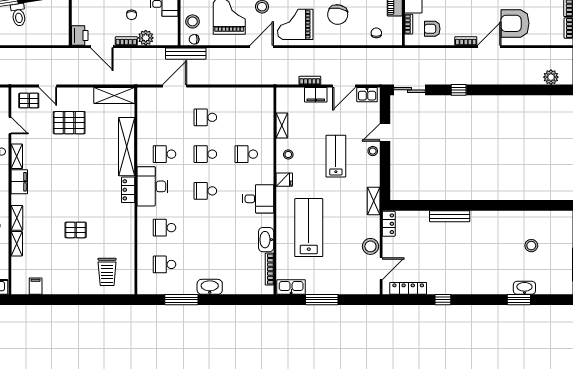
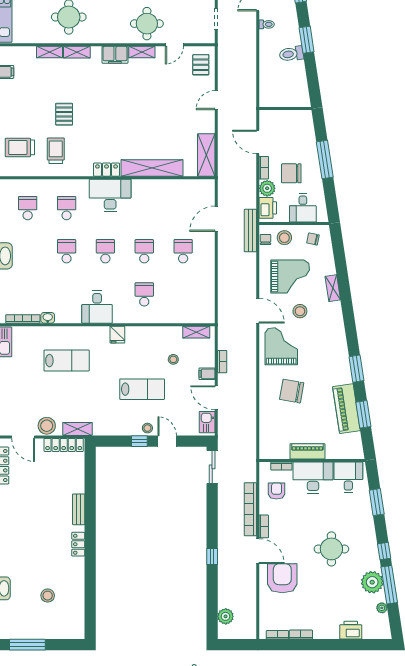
chair: (132, 15) -> (291, 173), width x1.87, depth x1.87
chair: (376, 33) -> (272, 432), removed
printer: (80, 35) -> (268, 208), moved, turned -90
door: (102, 47) -> (258, 142), hinge flipped
bookcase: (450, 54) -> (250, 509), added
door: (48, 86) -> (216, 100), moved
door: (175, 86) -> (216, 219), swing flipped
window: (459, 90) -> (212, 557), moved
filing cabinet: (316, 95) -> (207, 374), width x0.50
pallet: (69, 123) -> (177, 107), removed
shelving: (282, 126) -> (196, 332), moved
school desk: (164, 154) -> (67, 251), moved
stool: (288, 154) -> (173, 359), moved
window: (385, 159) -> (139, 441), added
shelving: (374, 201) -> (77, 429), moved
bench: (450, 216) -> (79, 509), width x0.73
locker: (483, 217) -> (78, 544), added
locker: (389, 224) -> (64, 445), width x1.53
lab bench: (309, 228) -> (67, 361), width x0.73, depth x0.72
trolley: (110, 238) -> (56, 151), added
washbasin: (266, 240) -> (48, 318), width x0.52, depth x0.69

